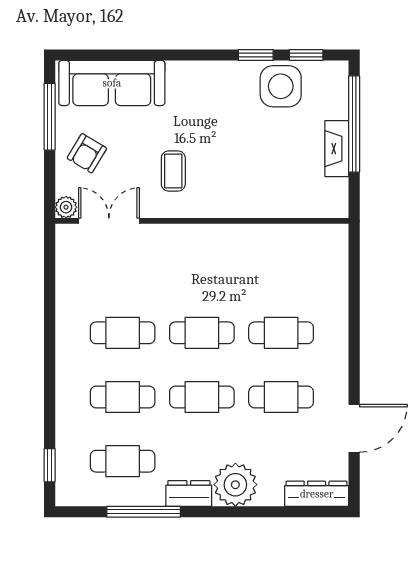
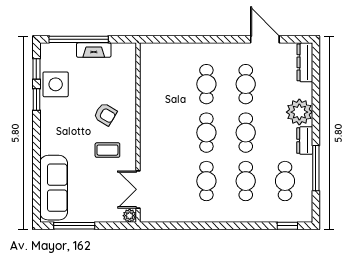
armchair: (87, 153) -> (105, 114), moved

